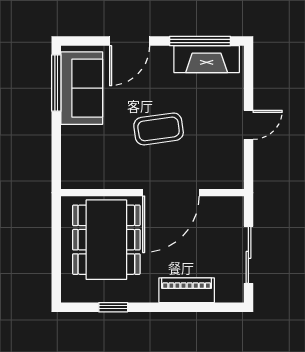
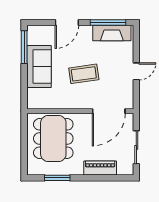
sofa: (82, 88) -> (39, 67), moved
door: (171, 193) -> (109, 111), moved
window: (113, 307) -> (57, 178), width x1.50

